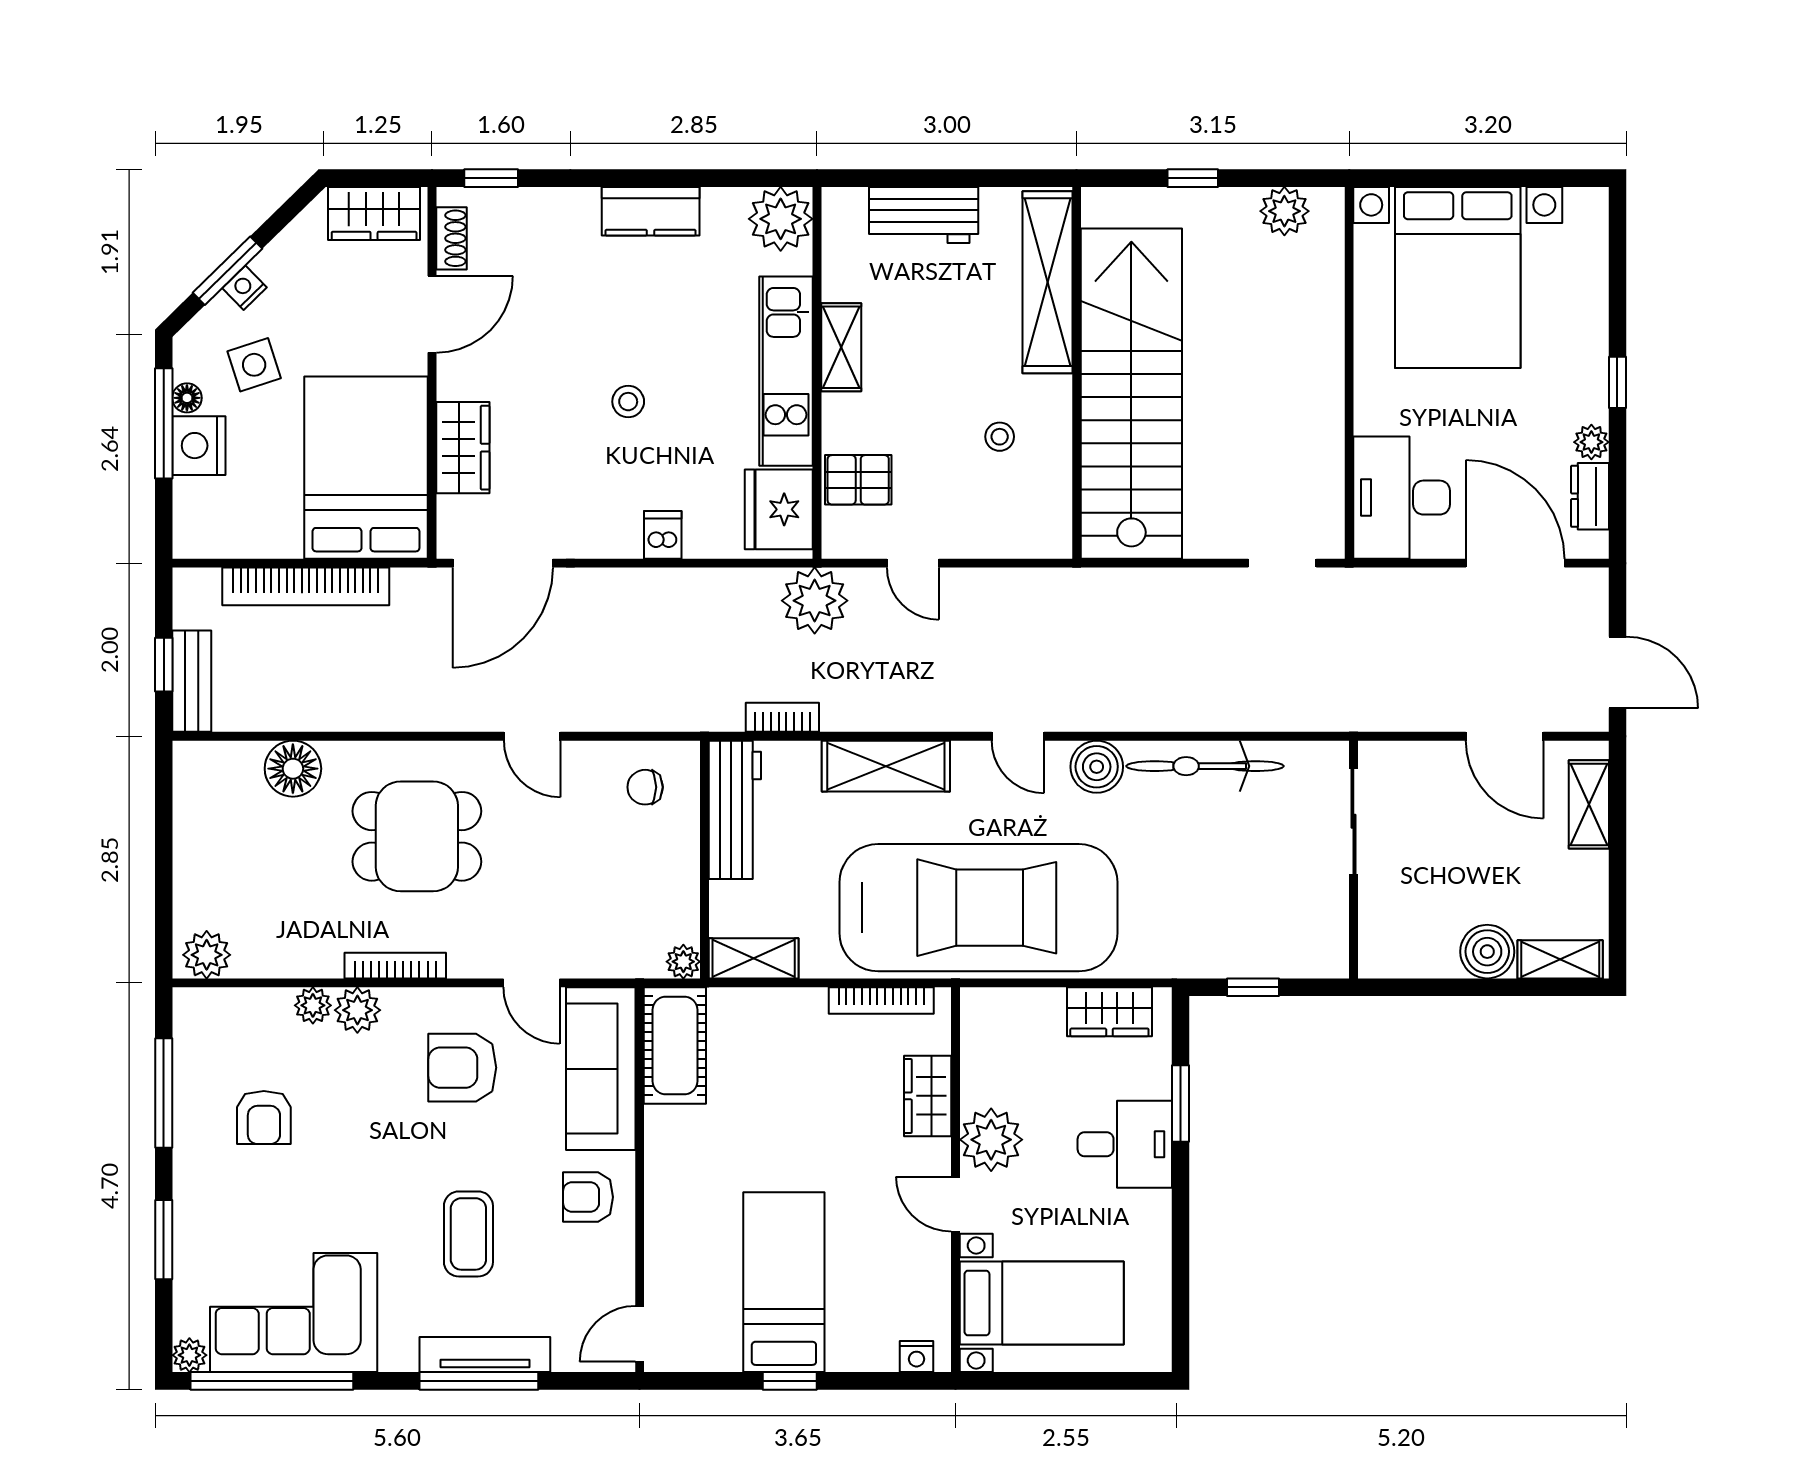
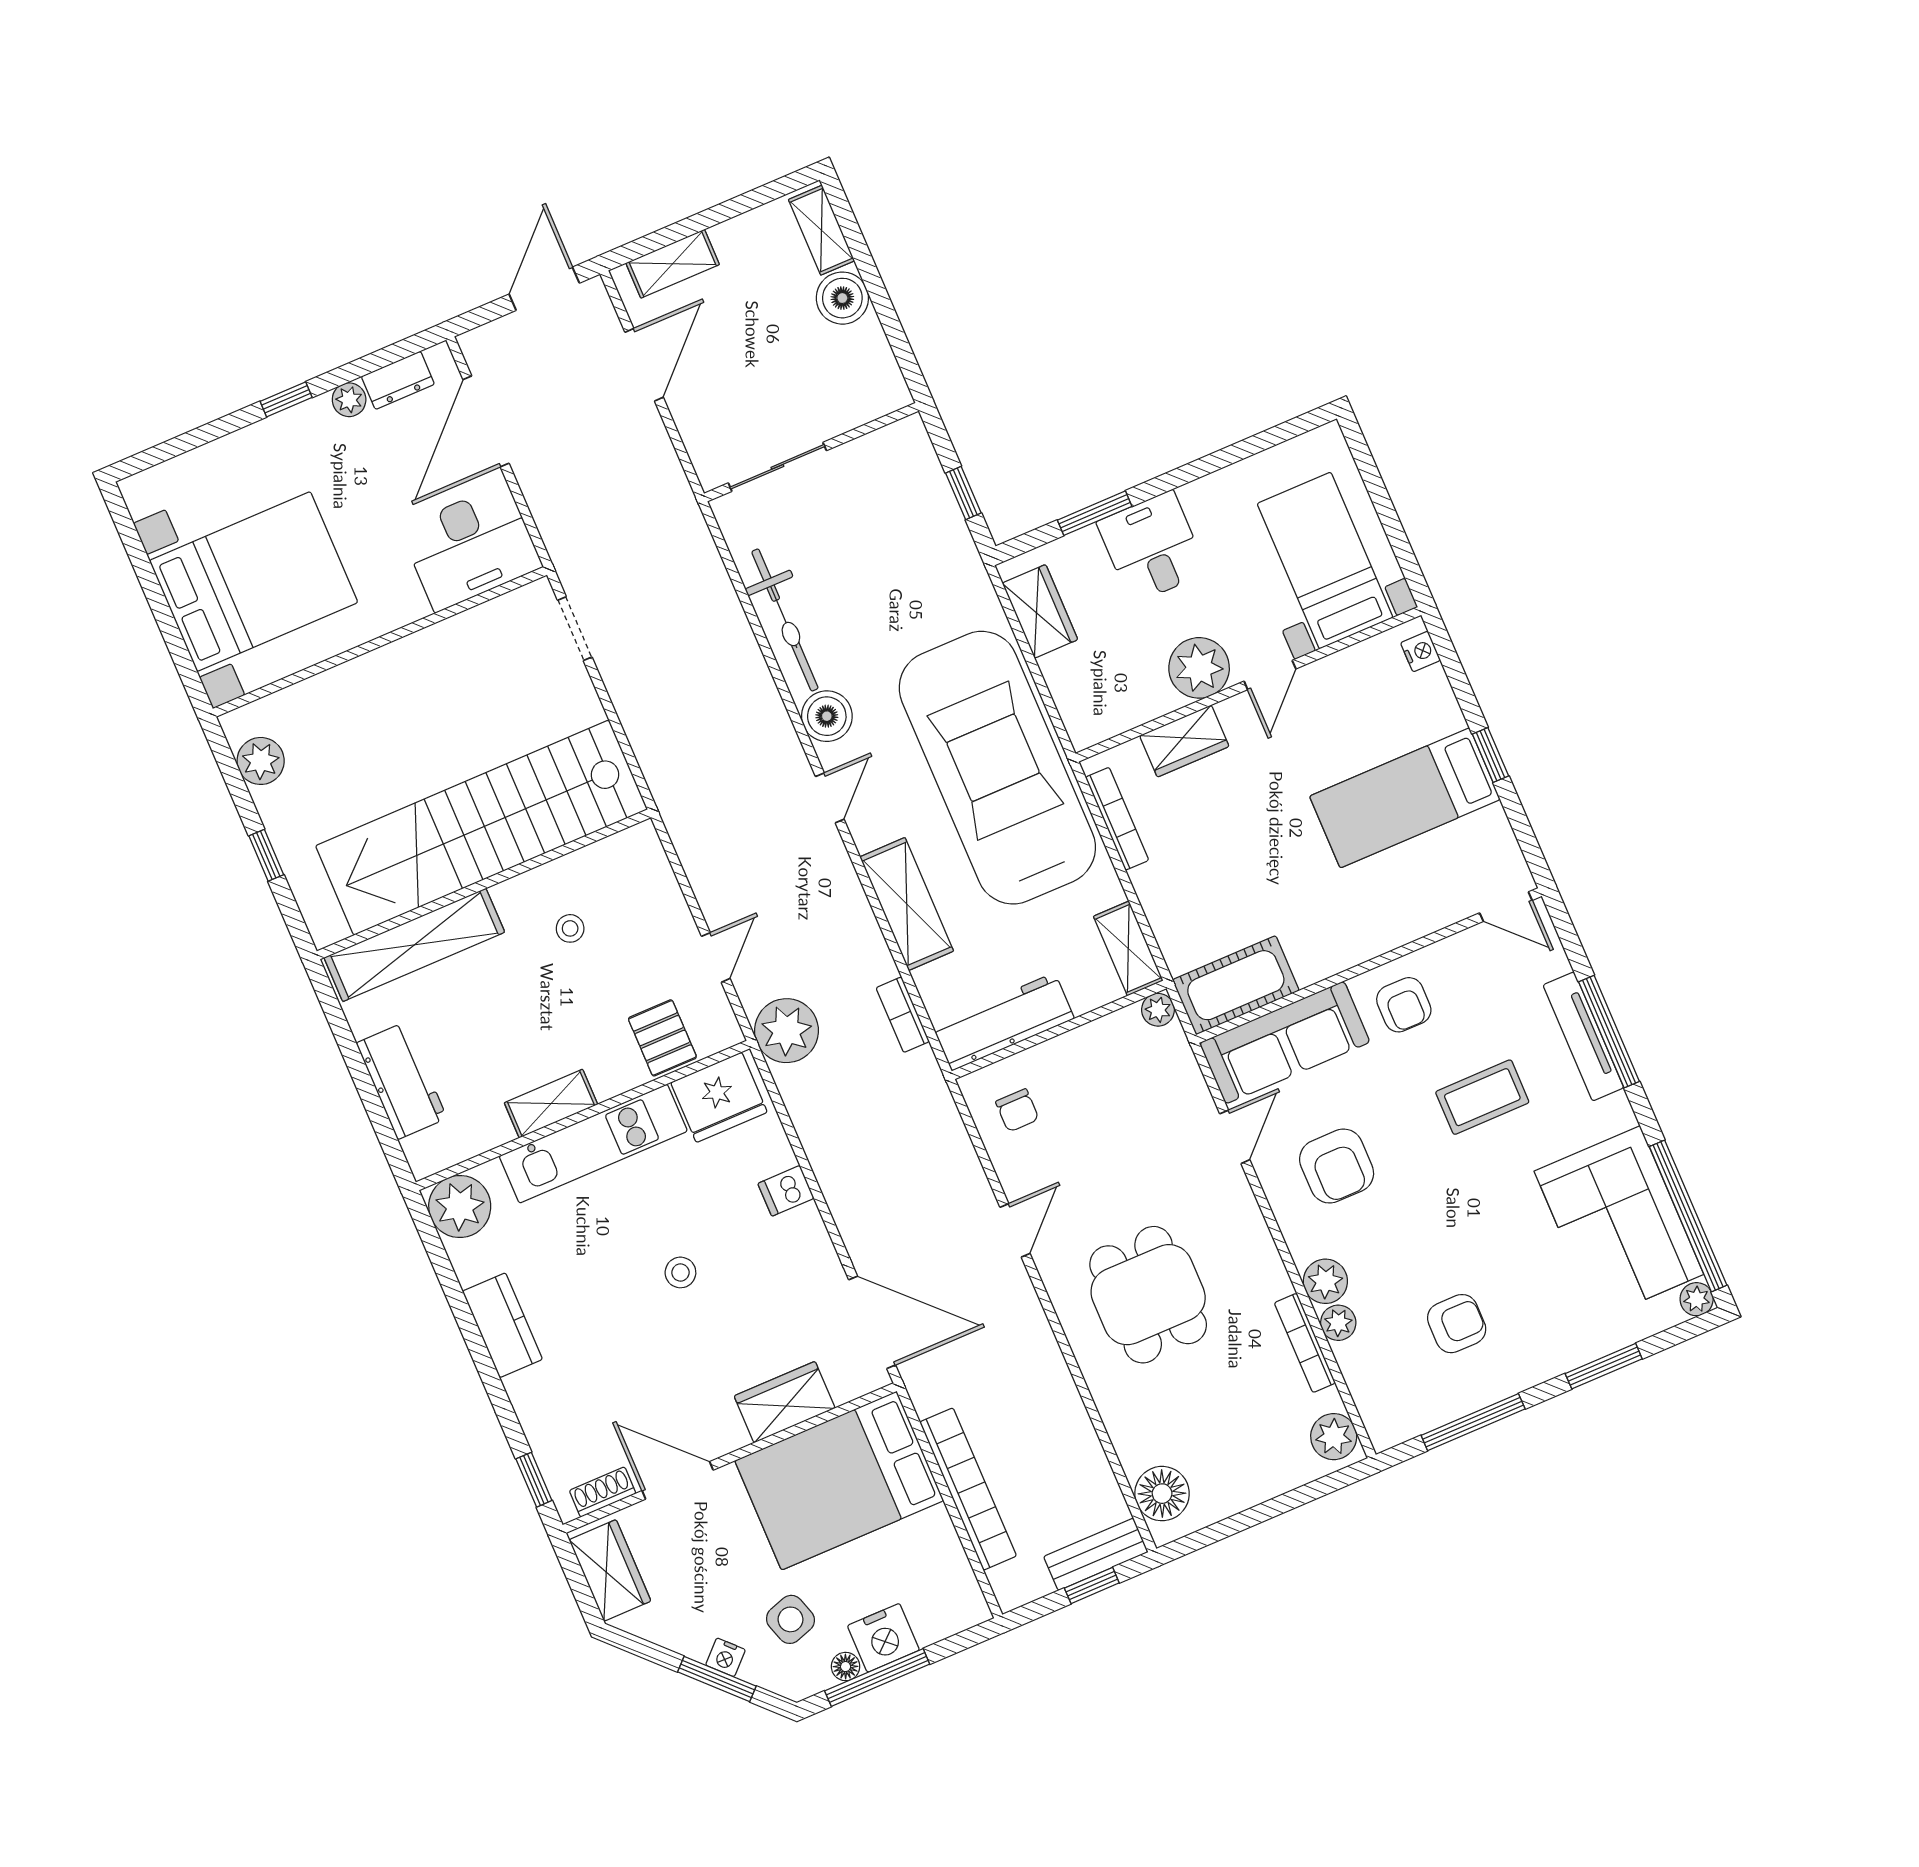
floor lamp: (293, 769) -> (1162, 1494), moved
bookcase: (395, 966) -> (1305, 1343), moved

